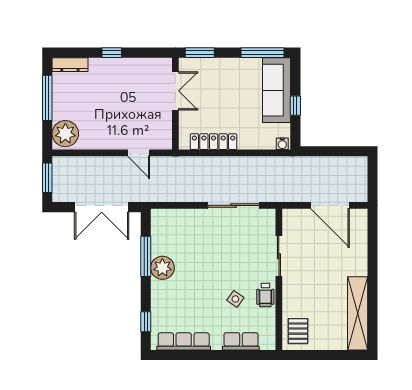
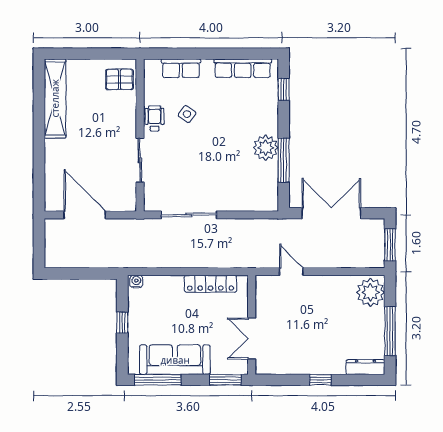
sofa: (277, 90) -> (175, 360), moved, turned -90
pallet: (298, 331) -> (119, 79), turned 90

